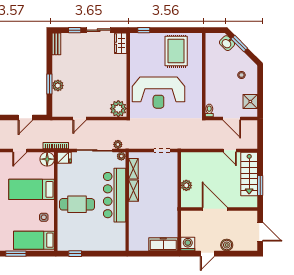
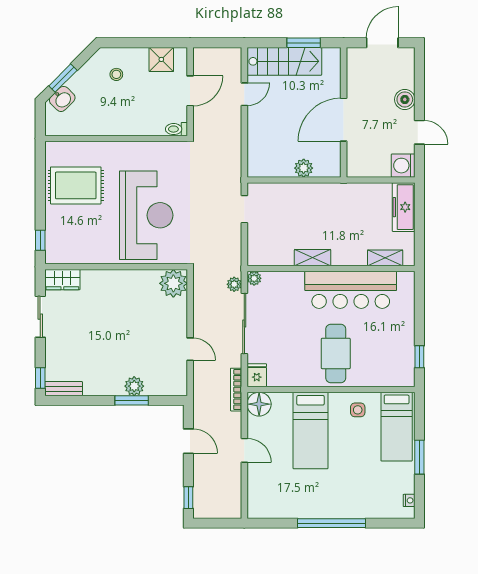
window: (75, 30) -> (40, 378), moved
shelving: (133, 169) -> (385, 258), moved
bar counter: (115, 195) -> (351, 290), moved

